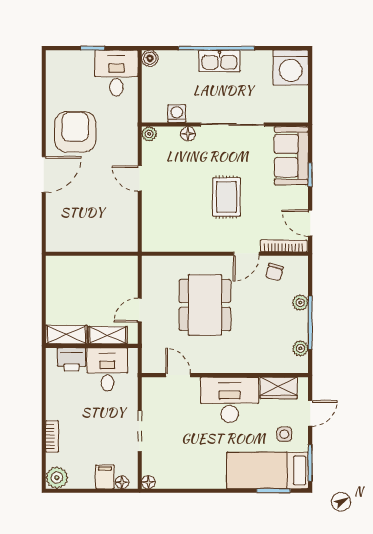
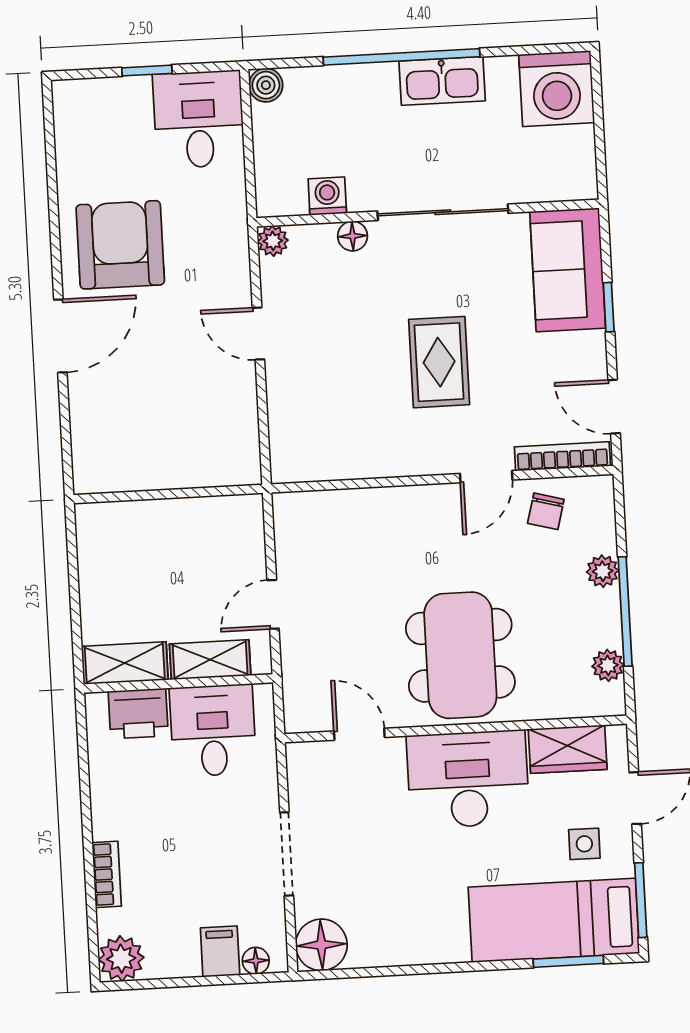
kitchen sink: (219, 61) -> (442, 81), moved
dining table: (205, 305) -> (460, 655), moved
floor lamp: (148, 482) -> (321, 945), width x1.89, depth x1.89

